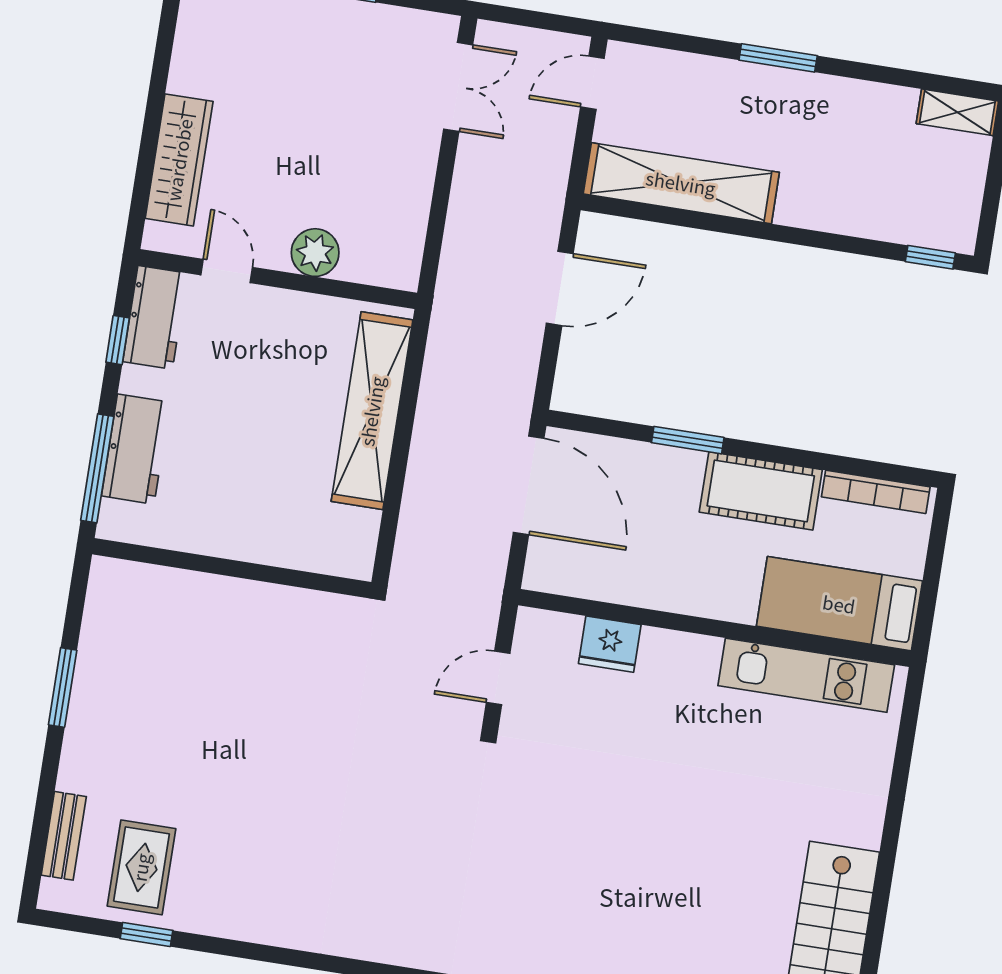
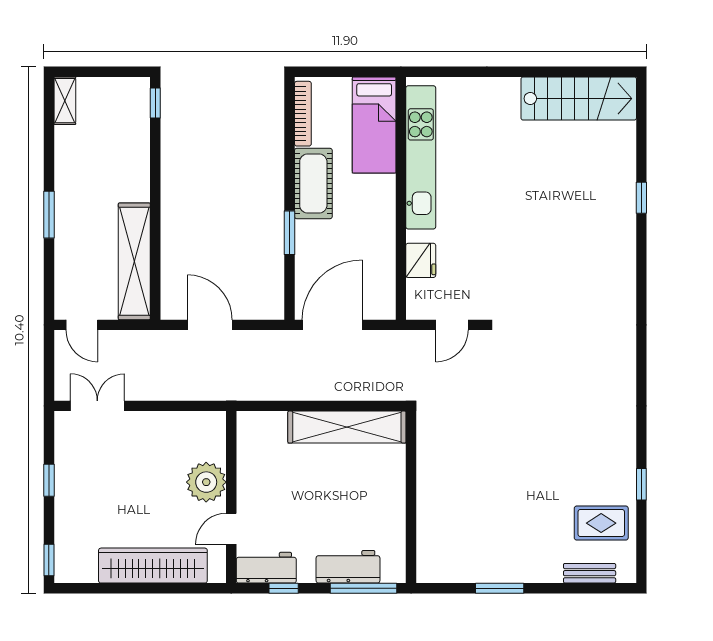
wardrobe: (179, 160) -> (153, 566), width x1.40, depth x1.17
plant: (315, 253) -> (206, 482), width x1.36, depth x1.36
shelving: (372, 411) -> (347, 427), moved
kitchen unit: (806, 675) -> (421, 157), width x1.36
door: (498, 678) -> (452, 325), hinge flipped
window: (147, 934) -> (641, 484), moved

